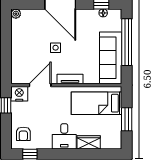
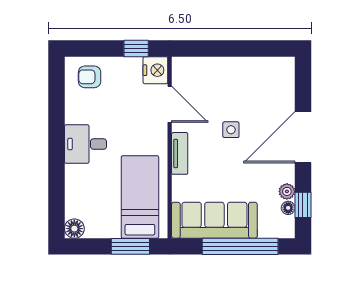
plant: (16, 14) -> (287, 191), moved
window: (127, 119) -> (130, 246), moved
wardrobe: (89, 142) -> (76, 184), removed
floor lamp: (116, 143) -> (74, 229), added
window: (30, 154) -> (57, 88), removed

